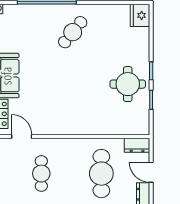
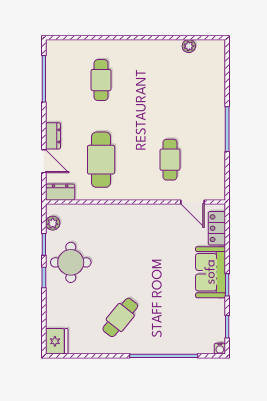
cafe table: (73, 32) -> (120, 317), moved
plant: (143, 118) -> (53, 223), added

